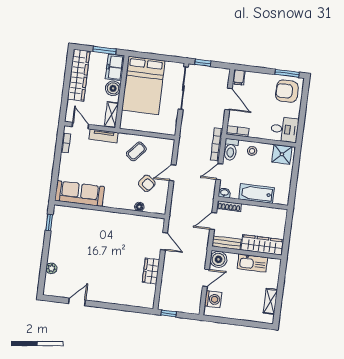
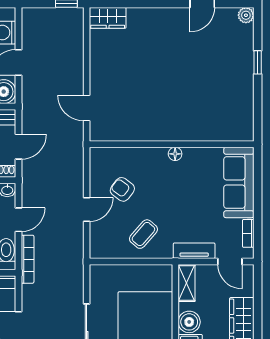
sofa: (80, 194) -> (239, 183), moved, turned 90
floor lamp: (139, 207) -> (175, 154), moved
window: (49, 223) -> (258, 62), moved
plant: (51, 268) -> (246, 15), moved
wardrobe: (151, 271) -> (108, 18), moved, turned 90

